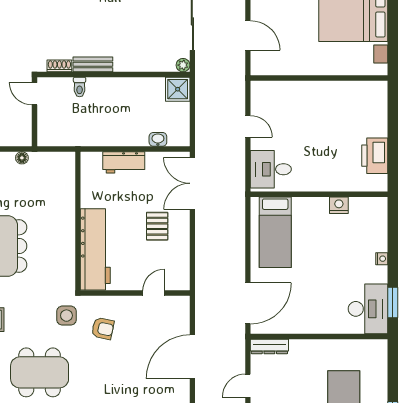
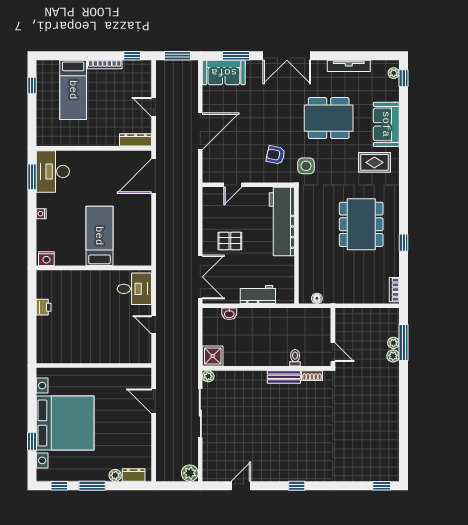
printer: (375, 156) -> (44, 307), width x0.53, depth x0.68
floor lamp: (22, 158) -> (317, 298), moved
nightstand: (339, 205) -> (46, 259), moved
pallet: (157, 226) -> (230, 241), turned 90
bed: (275, 232) -> (99, 236), moved
door: (248, 386) -> (154, 107), swing flipped

